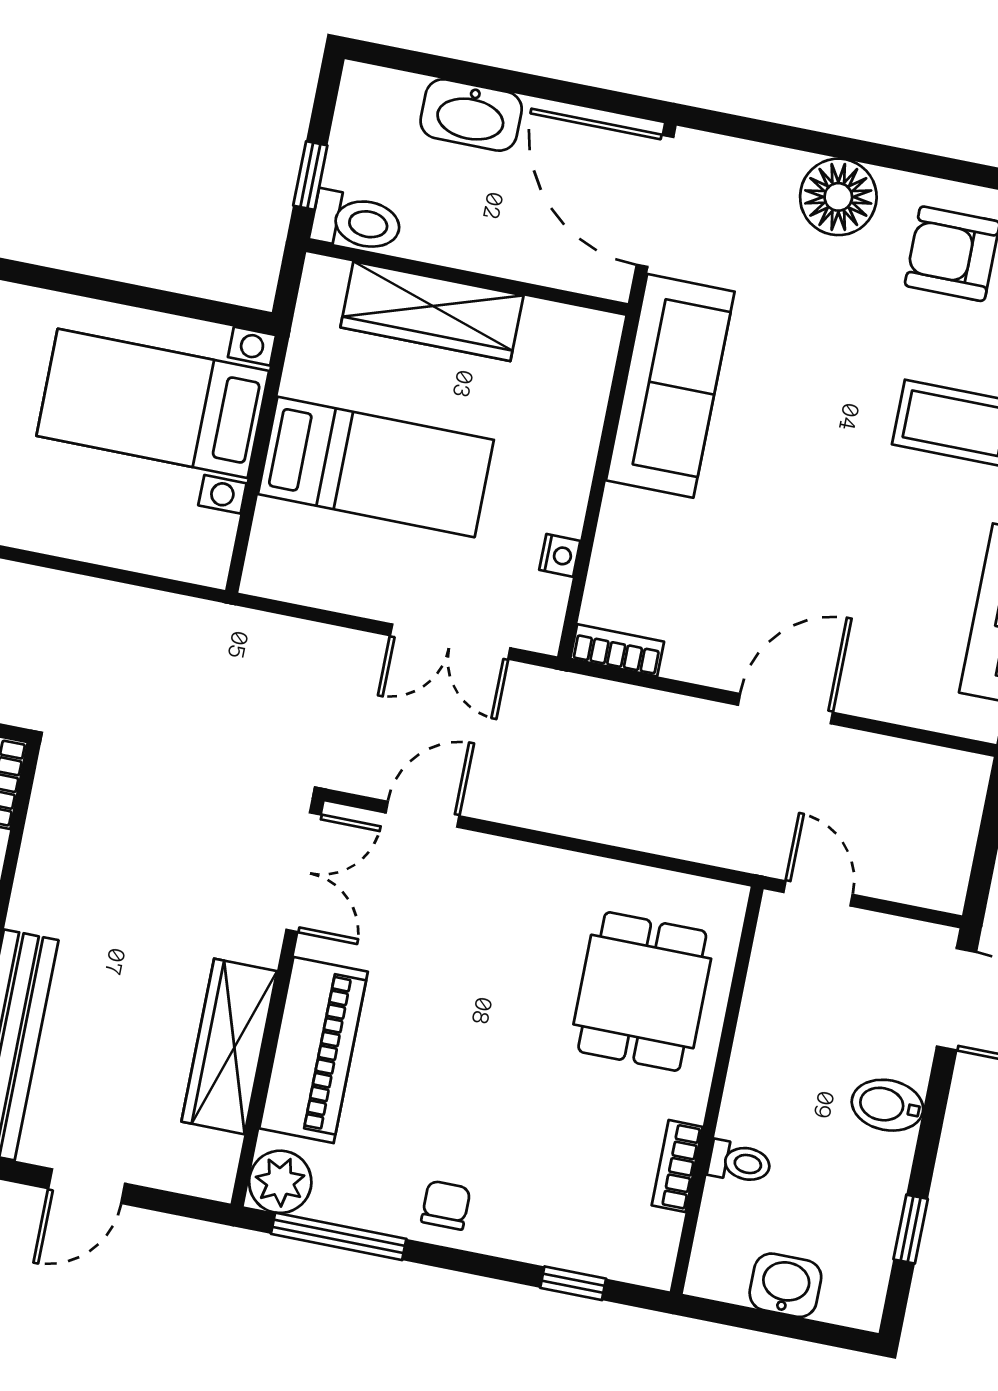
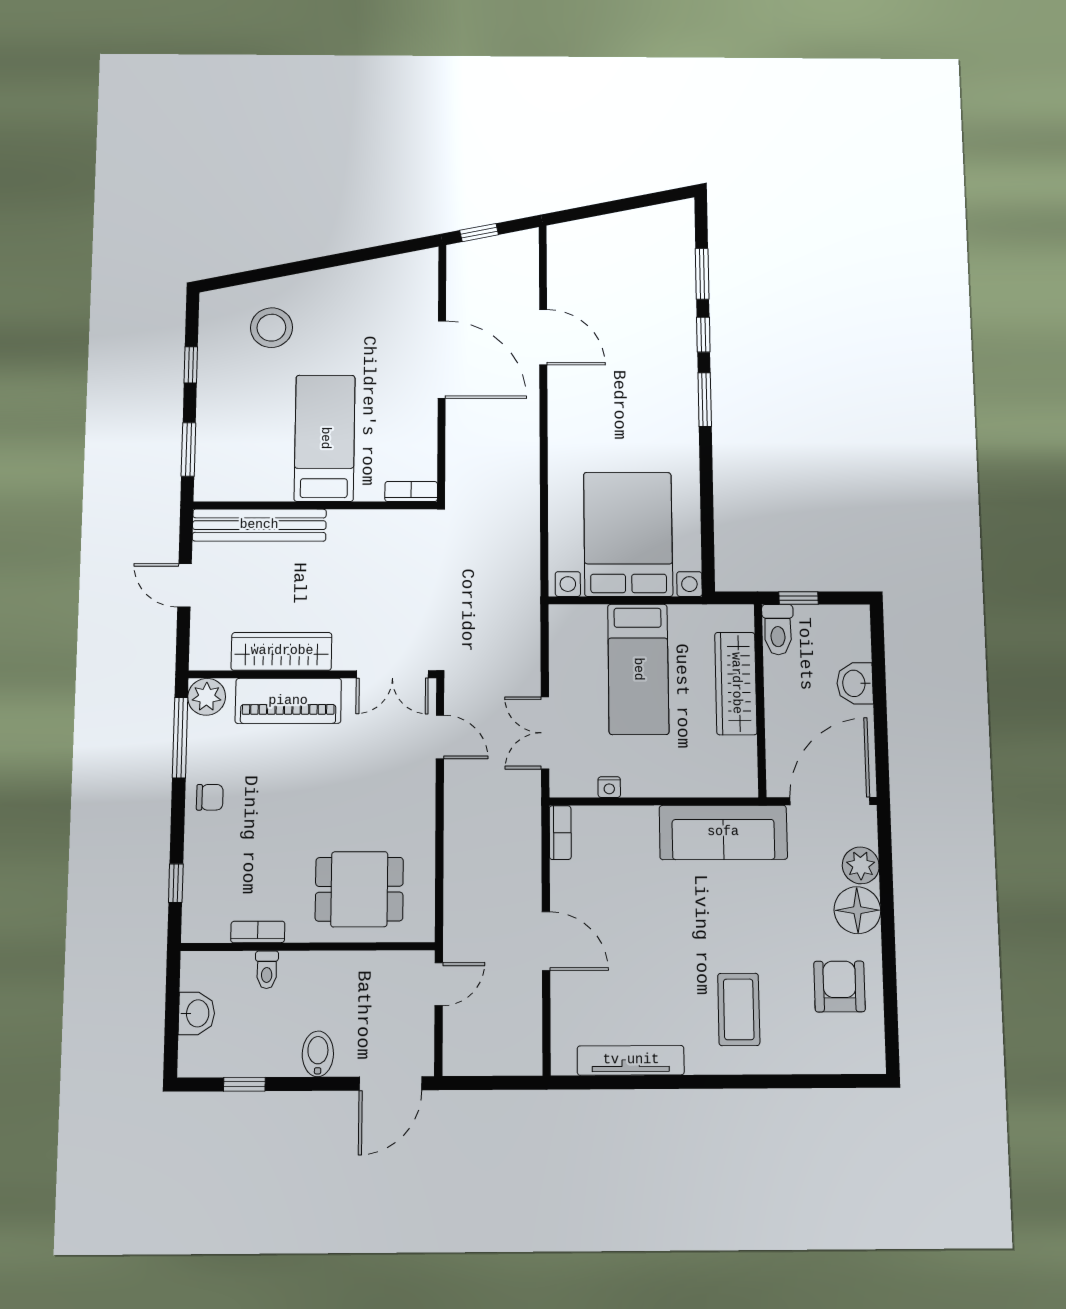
washbasin: (471, 115) -> (855, 683), width x0.72
plant: (768, 175) -> (861, 865), added
bed with nightstands: (153, 403) -> (628, 534), width x1.36

